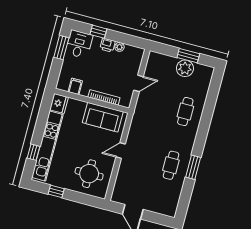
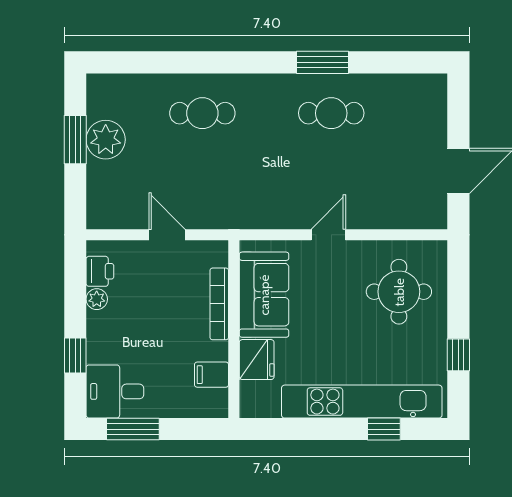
printer: (108, 45) -> (100, 271), moved
fridge: (59, 103) -> (257, 360), moved, turned 90
door: (121, 151) -> (328, 235), swing flipped

